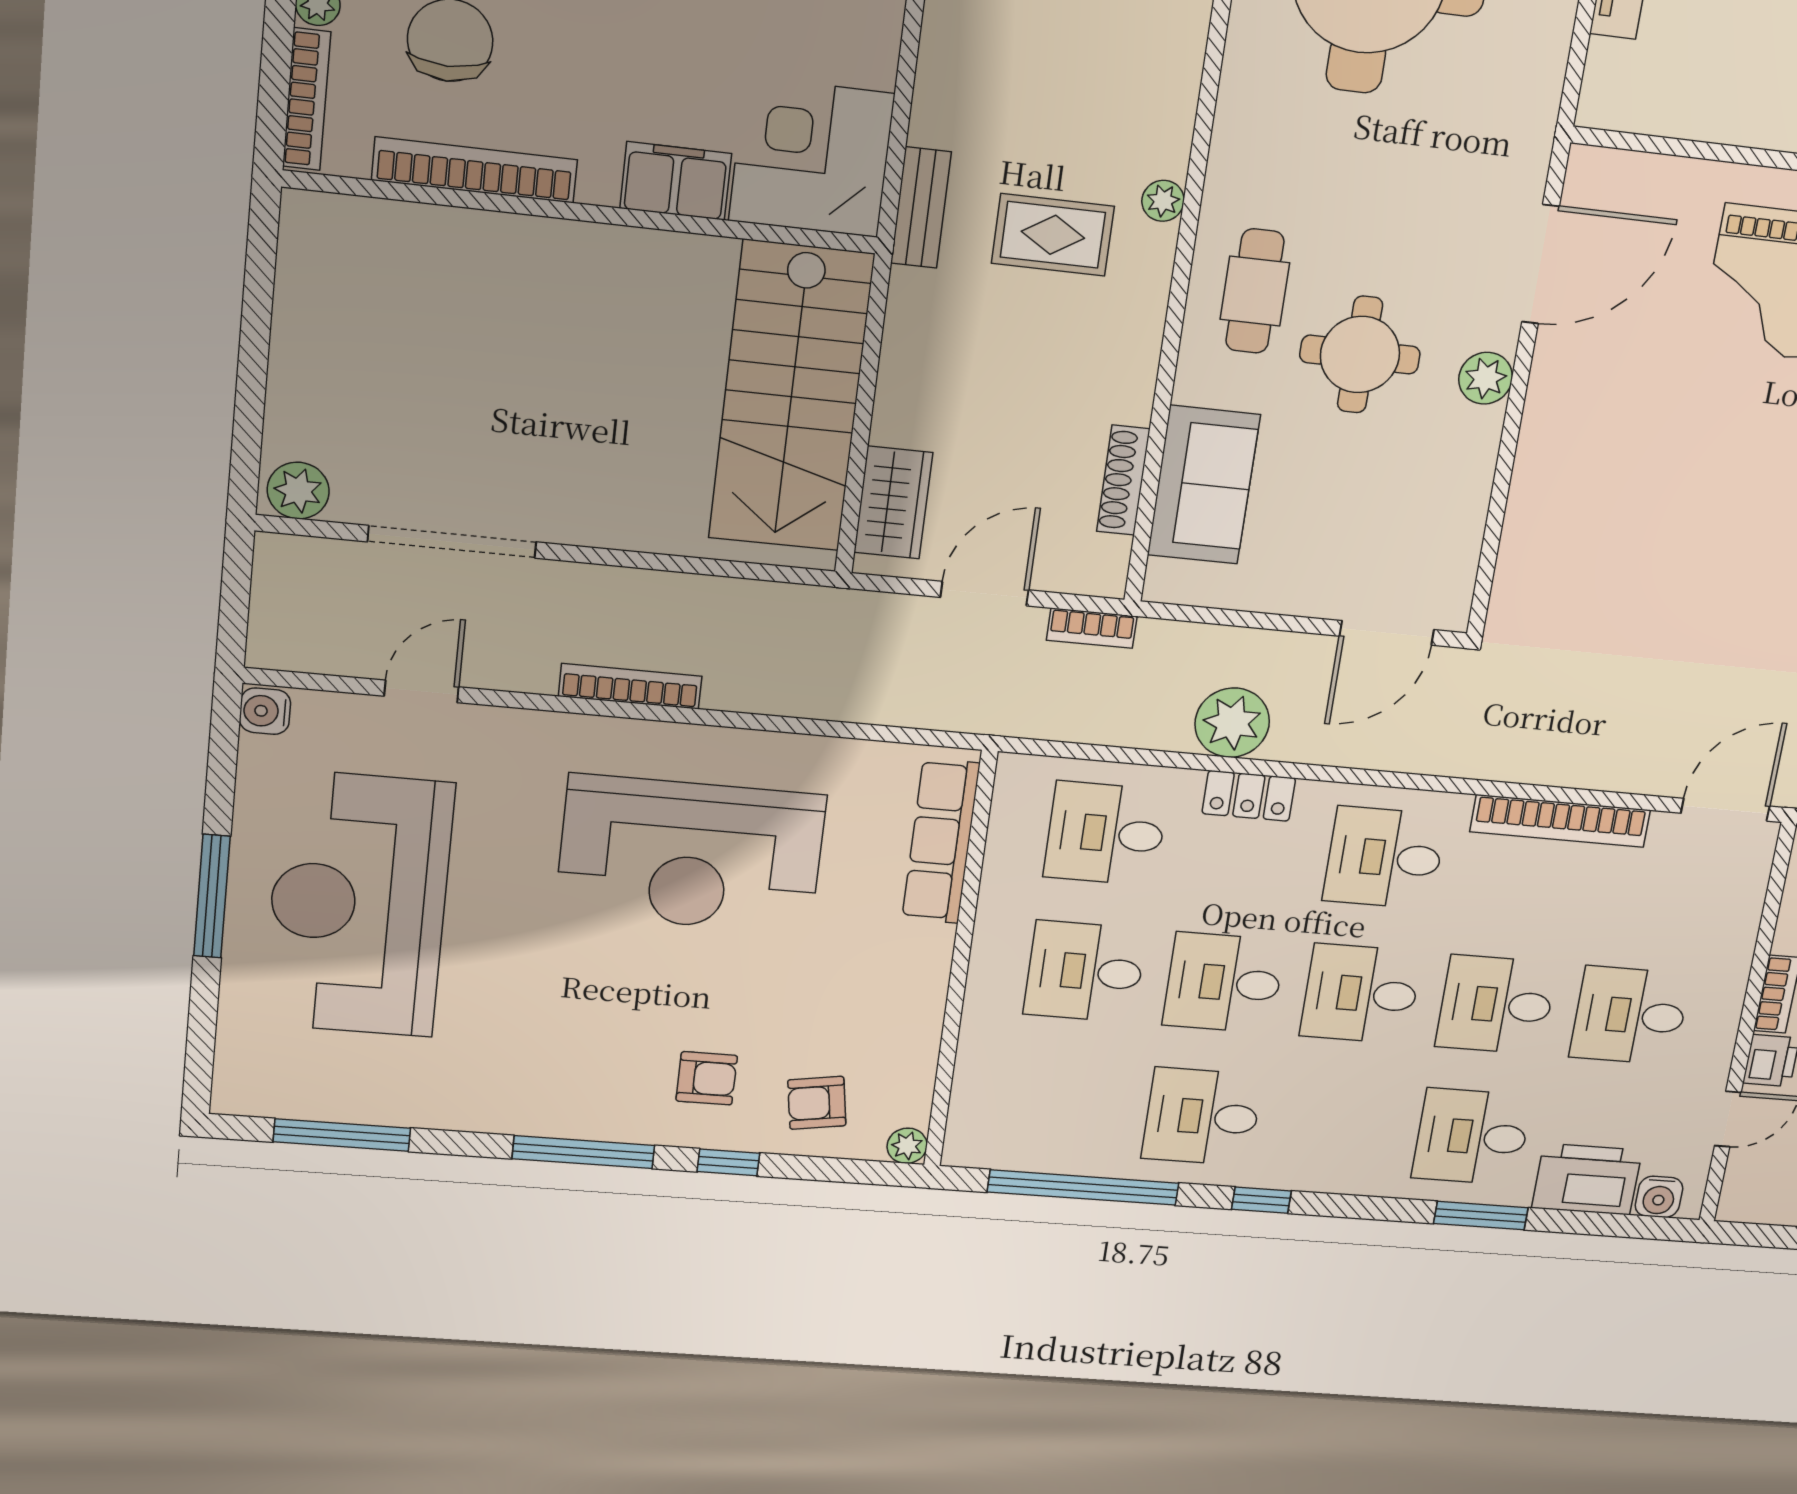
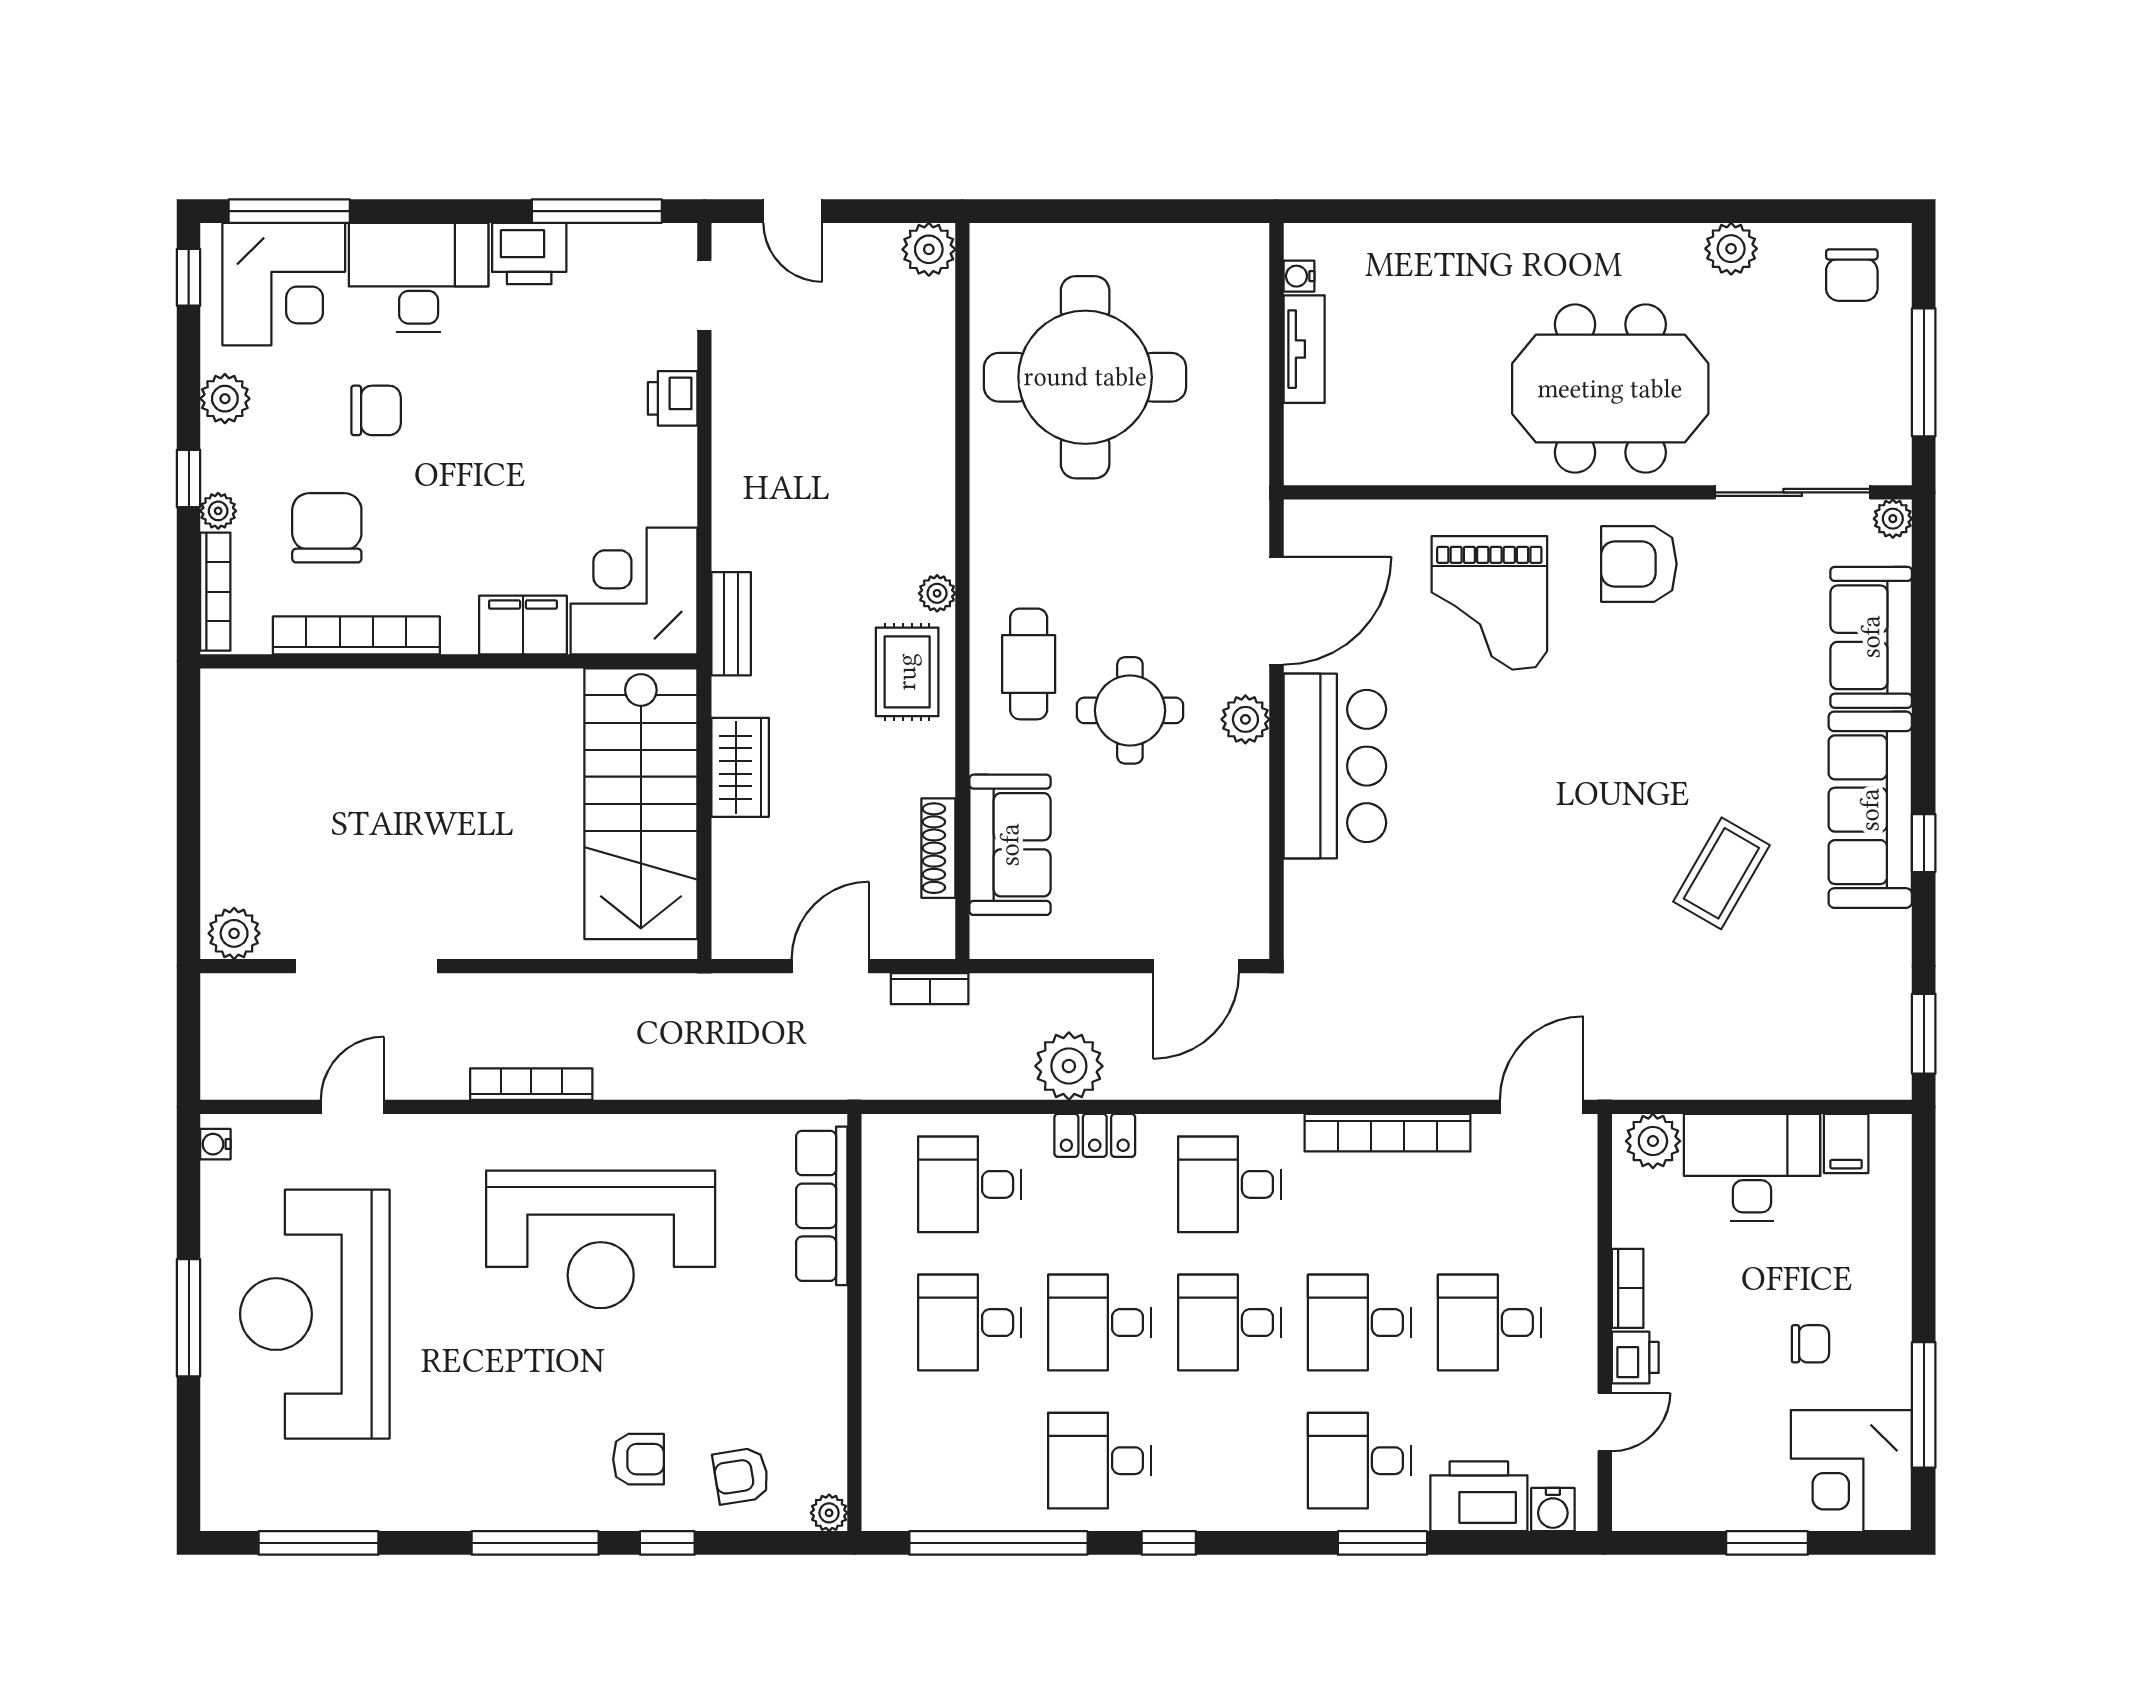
rug: (1053, 235) -> (907, 672), moved, turned 90
bar counter: (1574, 439) -> (1335, 766), added
wardrobe: (893, 503) -> (740, 767), moved
water cooler: (265, 711) -> (215, 1144), width x0.72, depth x0.72

